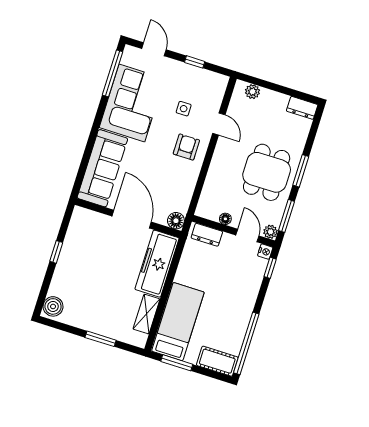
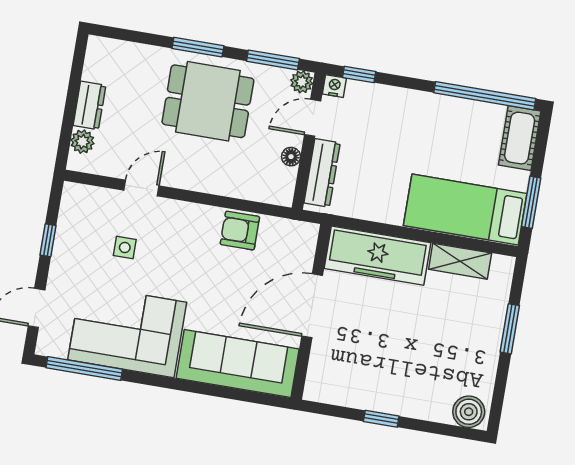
dresser: (302, 108) -> (89, 105), moved
armchair: (186, 147) -> (240, 231), moved
floor lamp: (176, 221) -> (305, 235), removed
dresser: (207, 235) -> (322, 173), width x1.44

